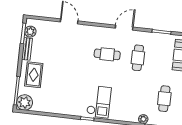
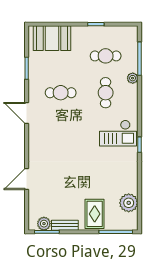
cafe table: (107, 54) -> (106, 93), moved
rug: (34, 75) -> (95, 214), turned 90
plant: (25, 102) -> (129, 203), moved
checkout: (99, 102) -> (118, 133), turned 180

